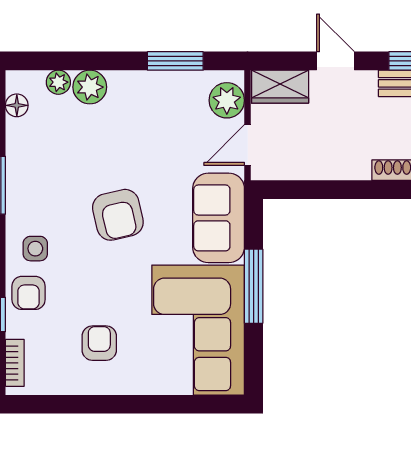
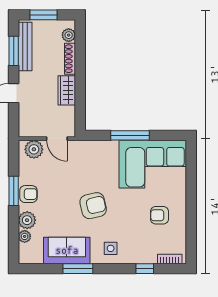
window: (175, 61) -> (14, 191), moved
wardrobe: (280, 87) -> (67, 90), moved, turned 180
floor lamp: (17, 105) -> (36, 258), removed
sofa: (219, 218) -> (67, 250), moved, turned 180
armchair: (29, 293) -> (28, 194), moved

